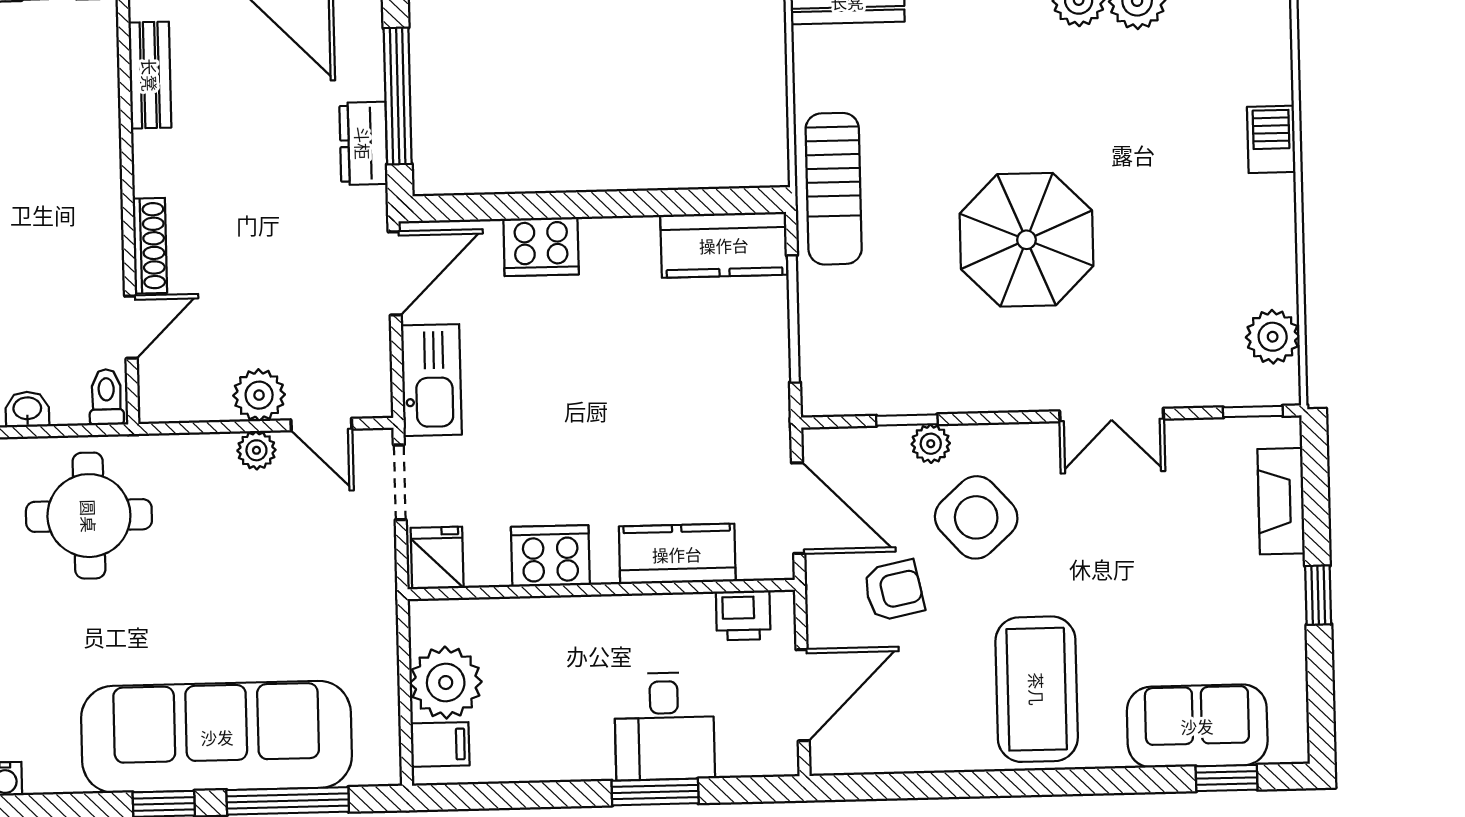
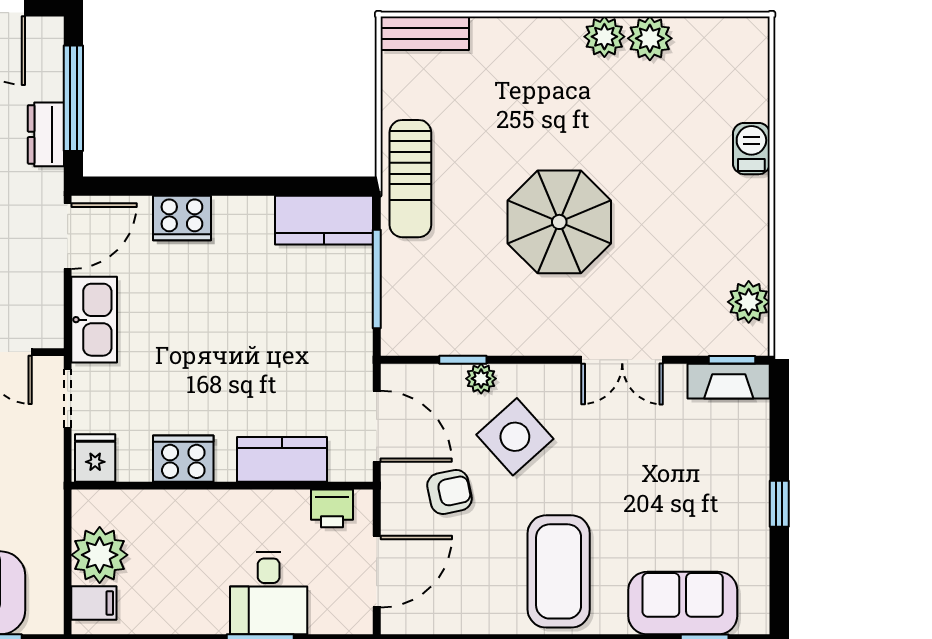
fireplace: (1281, 501) -> (729, 381), moved, turned -90

